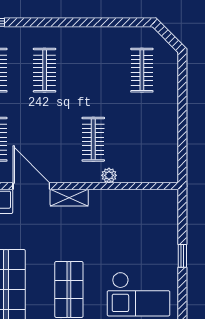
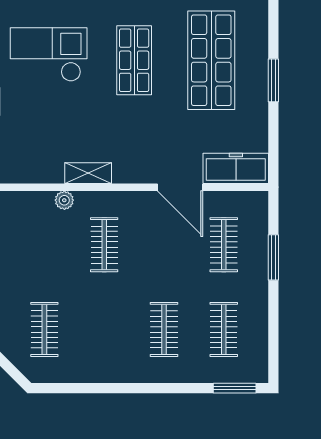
plant: (109, 175) -> (64, 200), moved
shelving: (69, 198) -> (88, 173), moved

